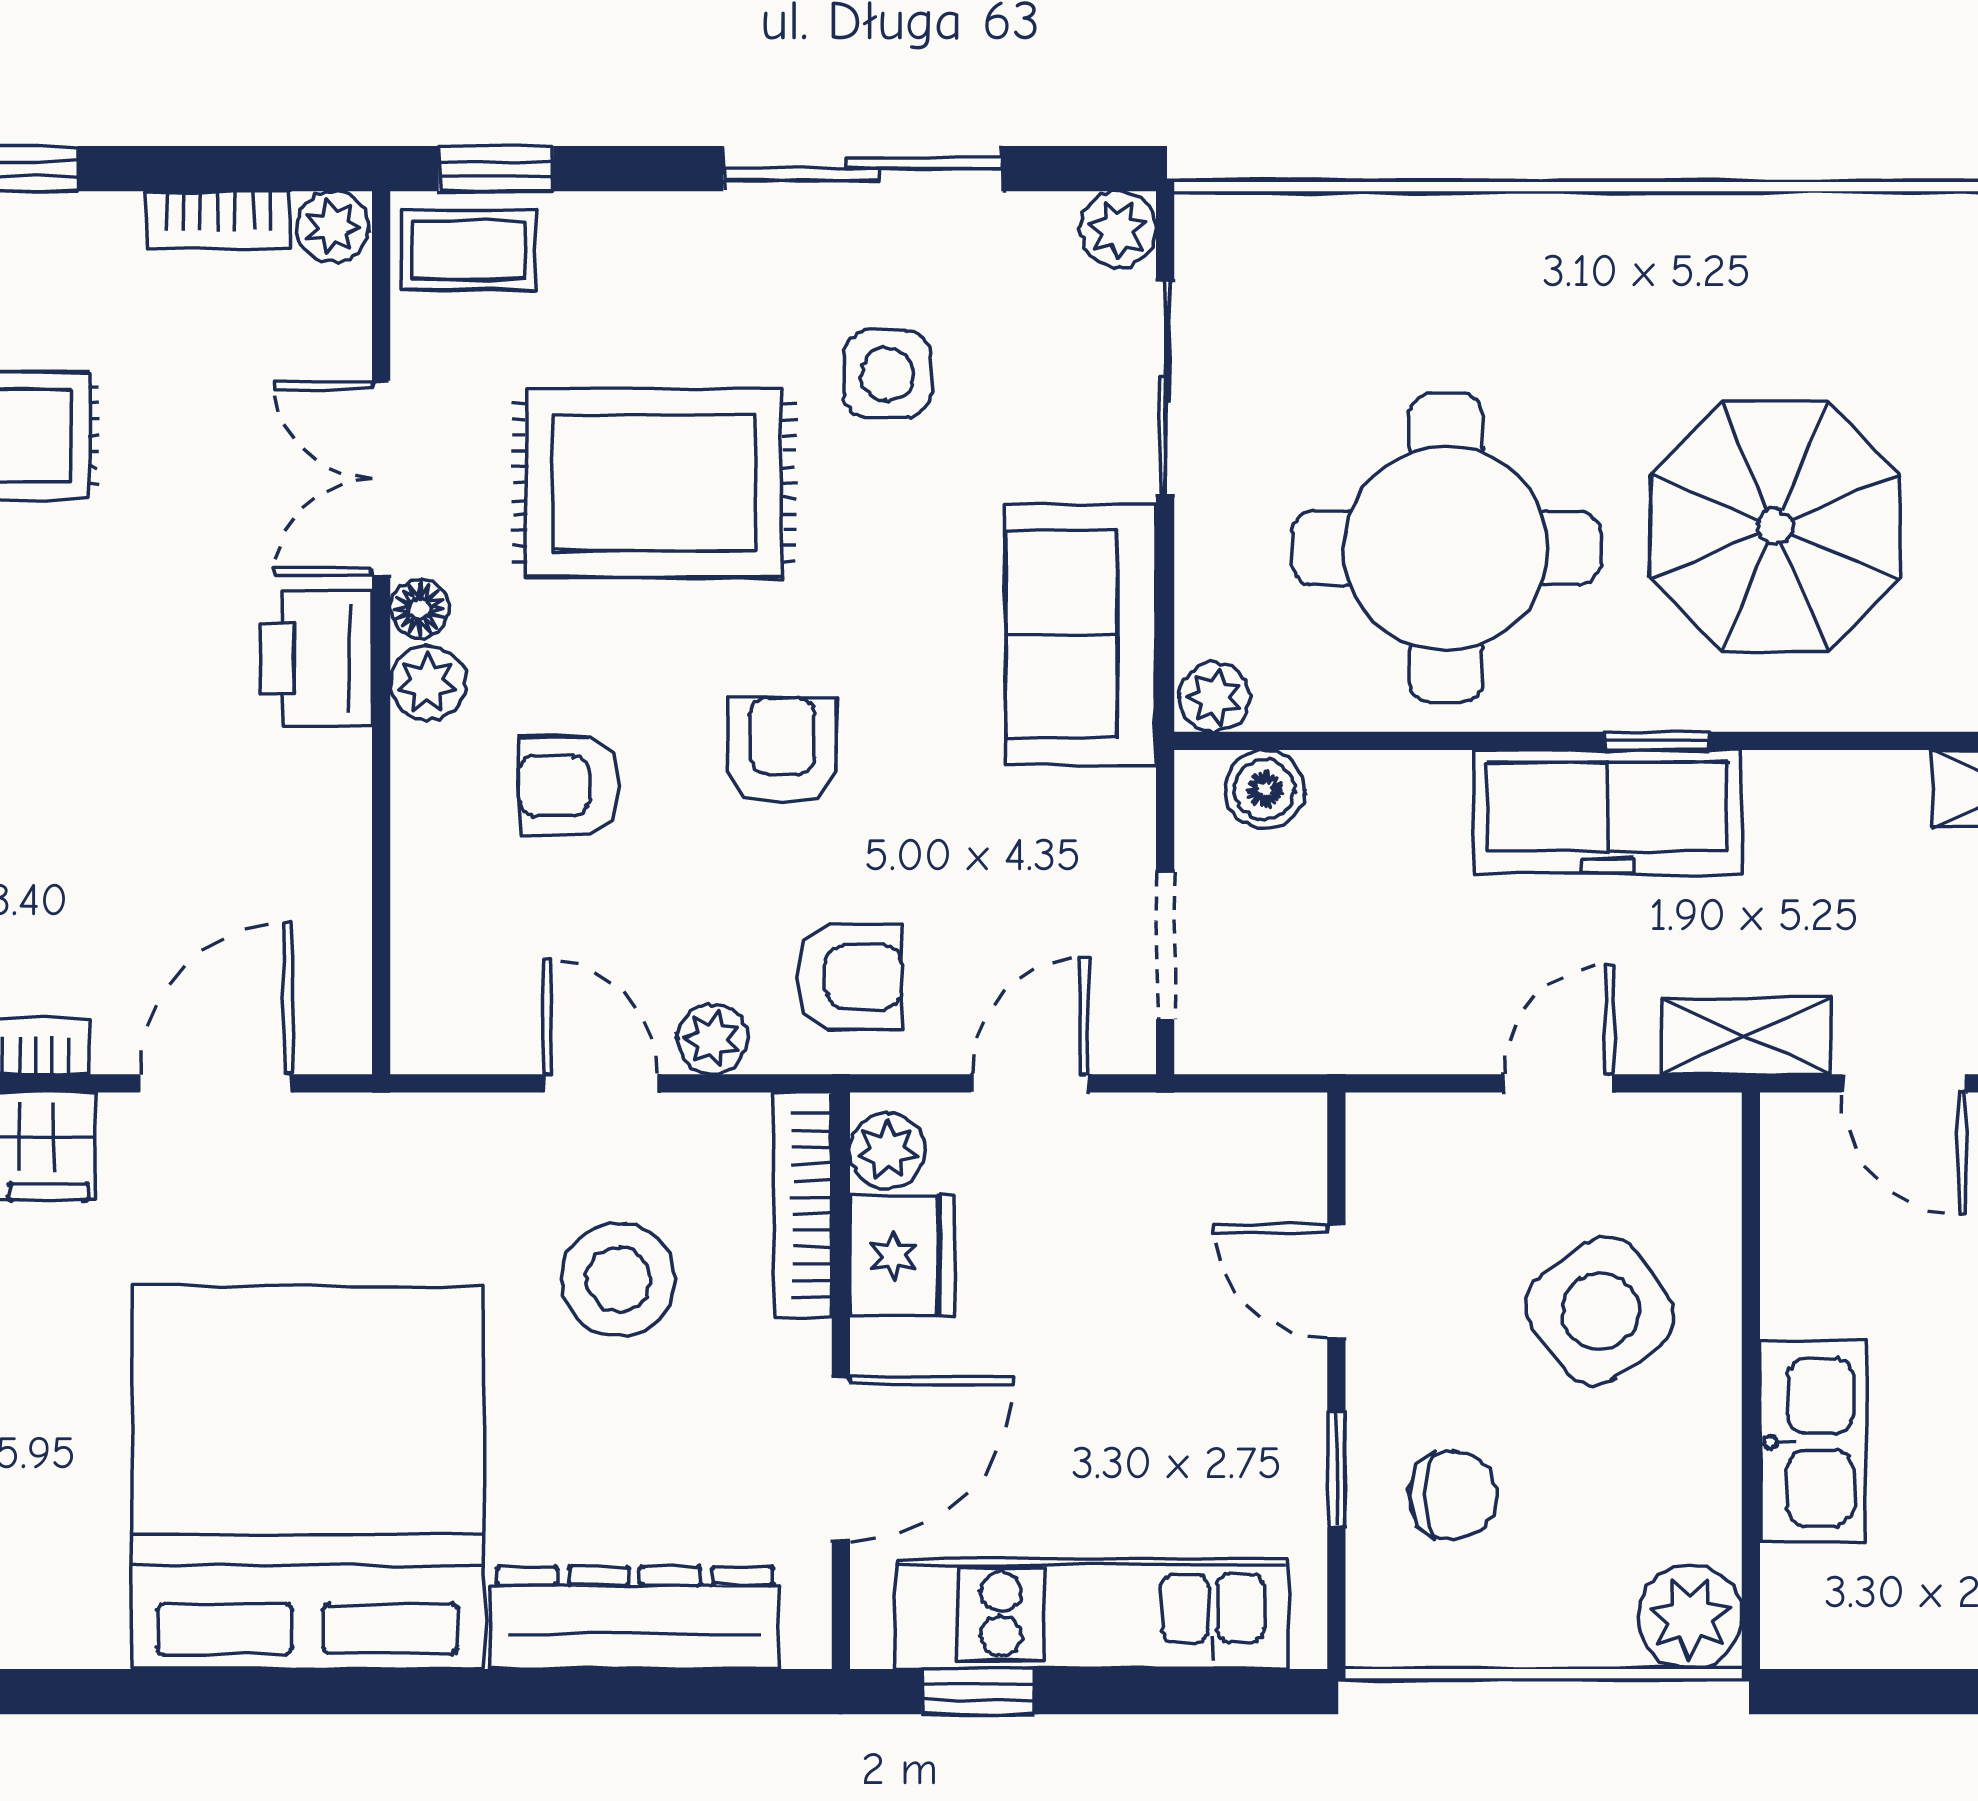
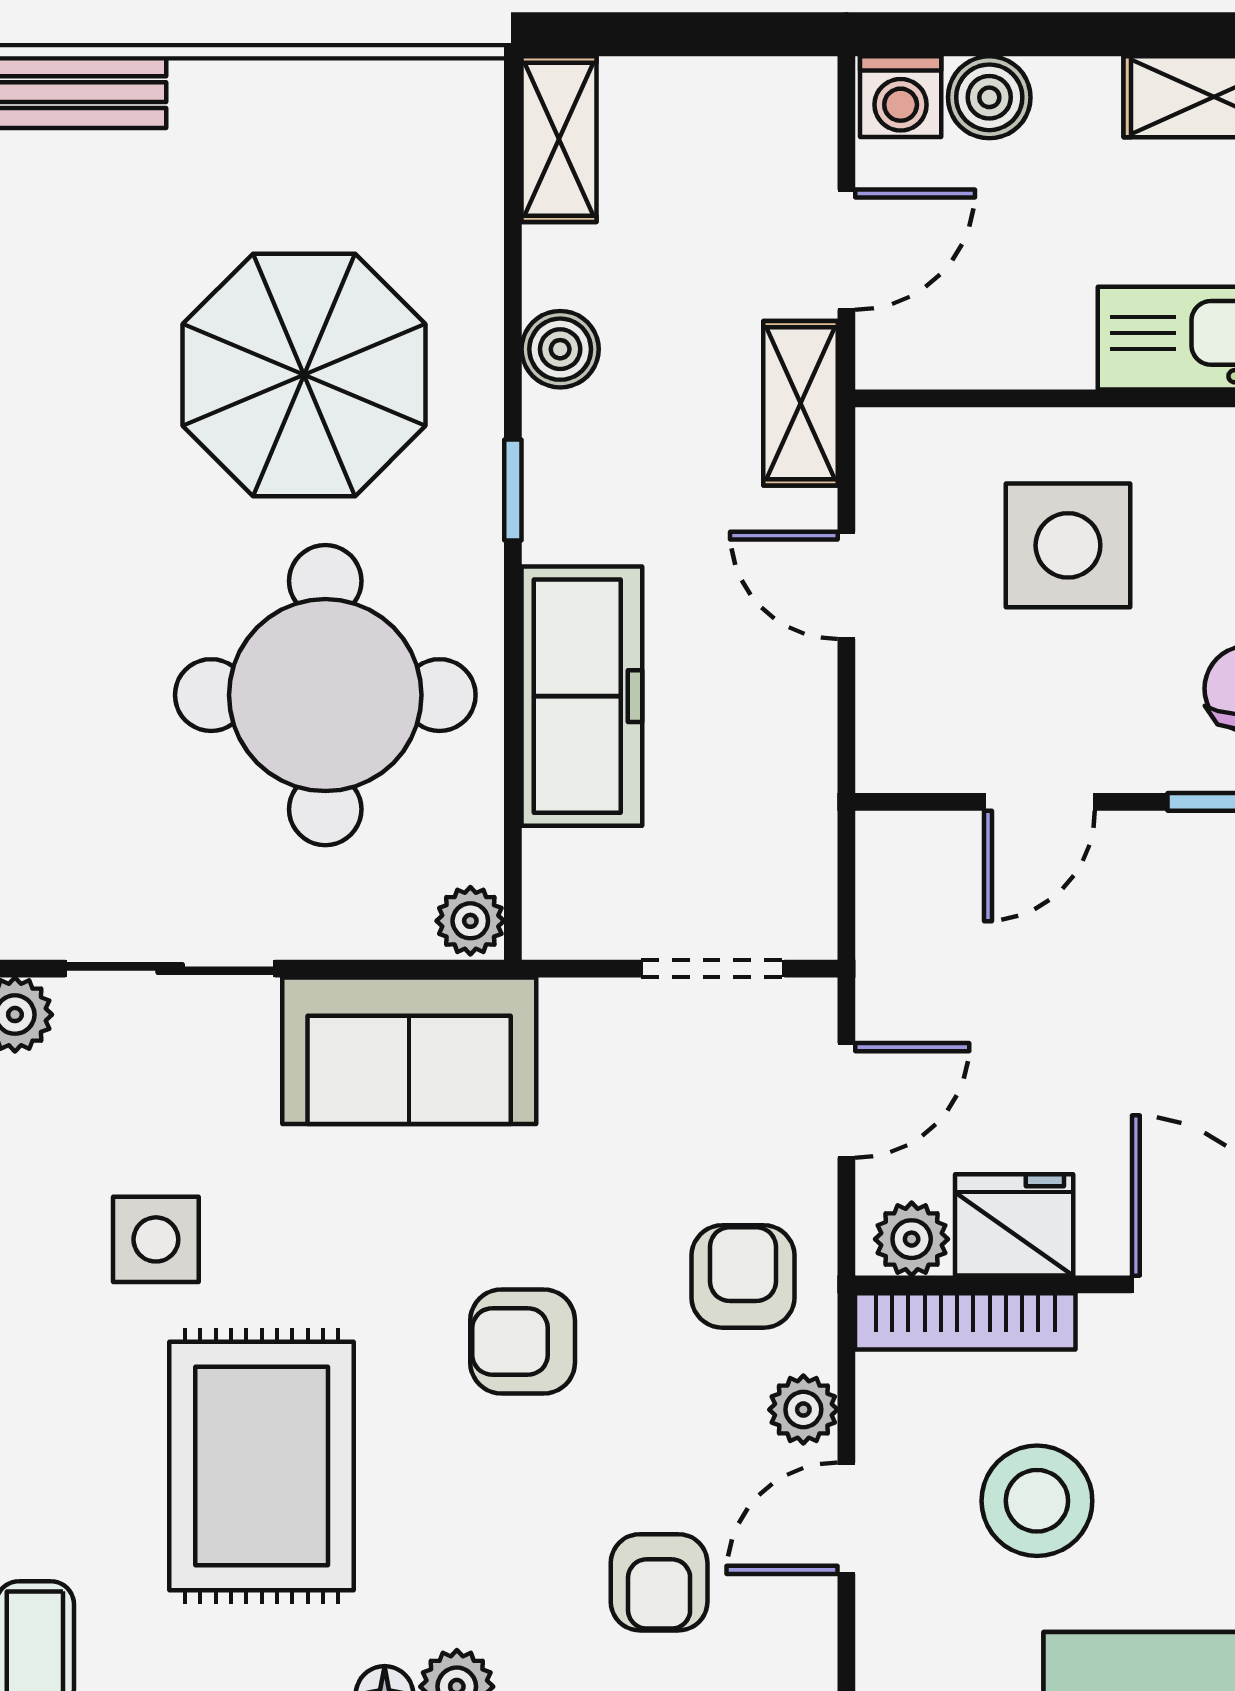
armchair: (568, 785) -> (659, 1582), moved
boiler: (1265, 789) -> (560, 349), moved
freezer: (1608, 812) -> (582, 696), moved
door: (1030, 1083) -> (846, 1100), swing flipped
side table: (1600, 1311) -> (1068, 545), turned 36

